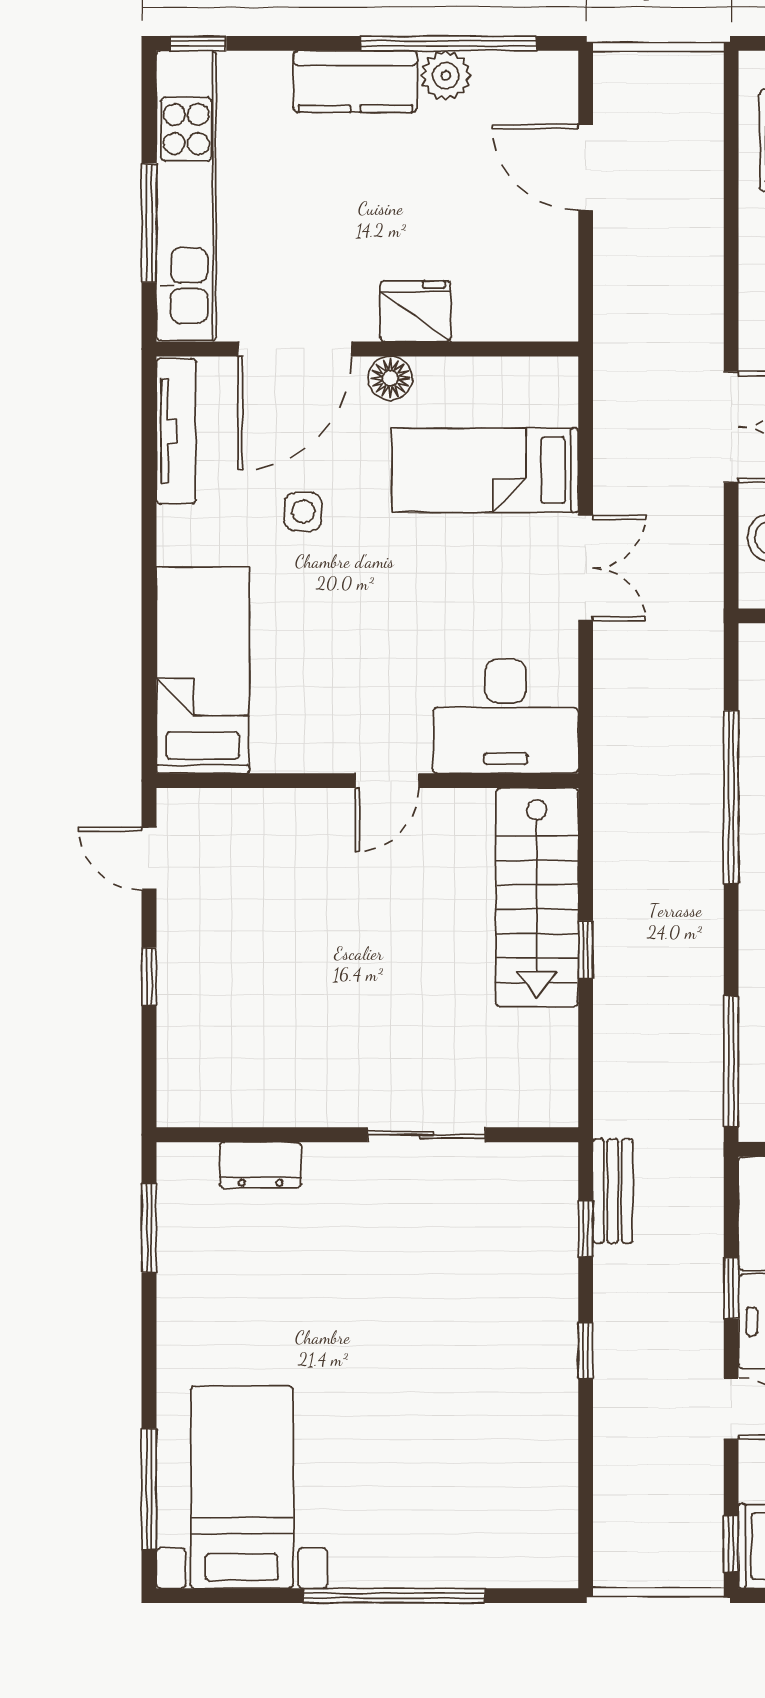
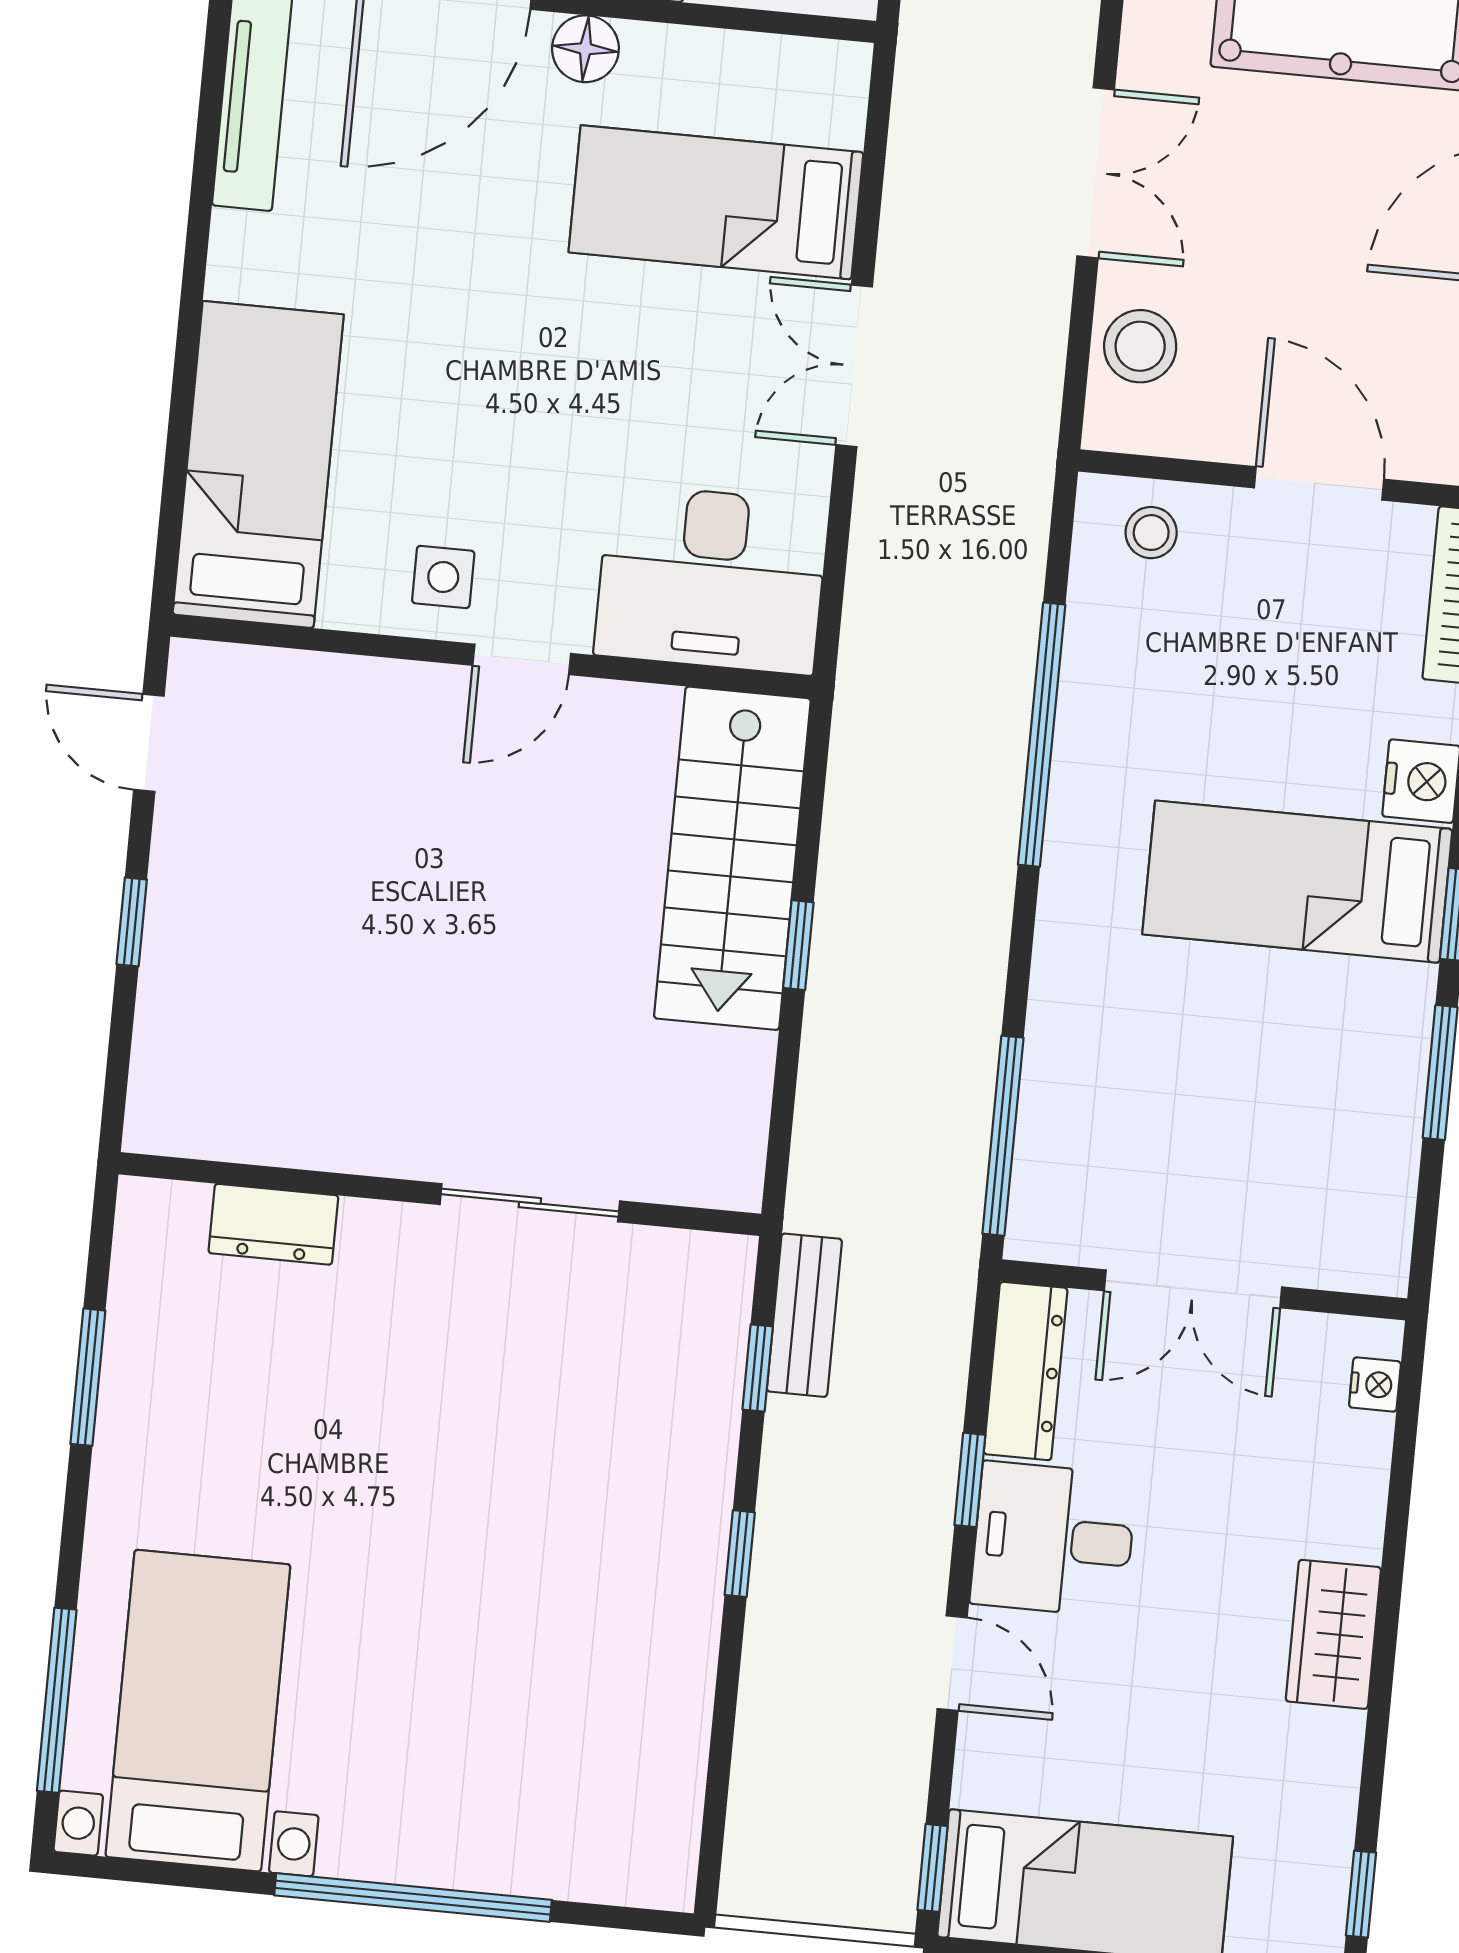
side table: (303, 512) -> (443, 577), moved
double door: (586, 568) -> (854, 366), swing flipped
window: (149, 1228) -> (88, 1377), moved

